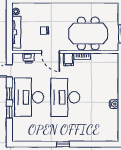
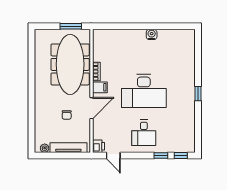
meeting table: (88, 33) -> (70, 64), width x1.36
printer: (29, 58) -> (98, 146), moved
window: (9, 94) -> (181, 156), moved
desk: (29, 97) -> (144, 133), width x0.53, depth x0.77

